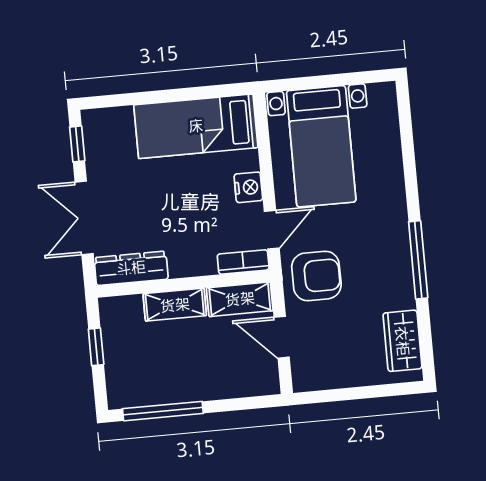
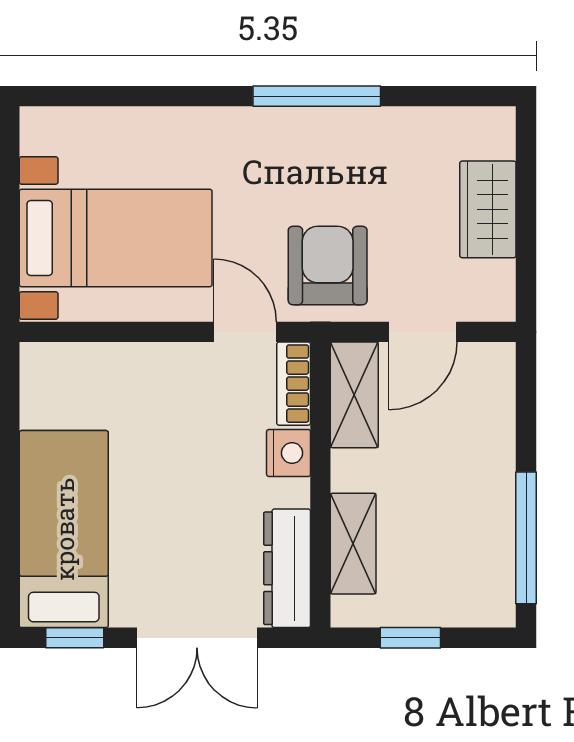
bed: (196, 126) -> (64, 529), moved, turned 180
nightstand: (248, 187) -> (289, 453), moved, turned 90
shelving: (175, 305) -> (353, 544), moved
wardrobe: (402, 341) -> (488, 209), moved, turned 90

